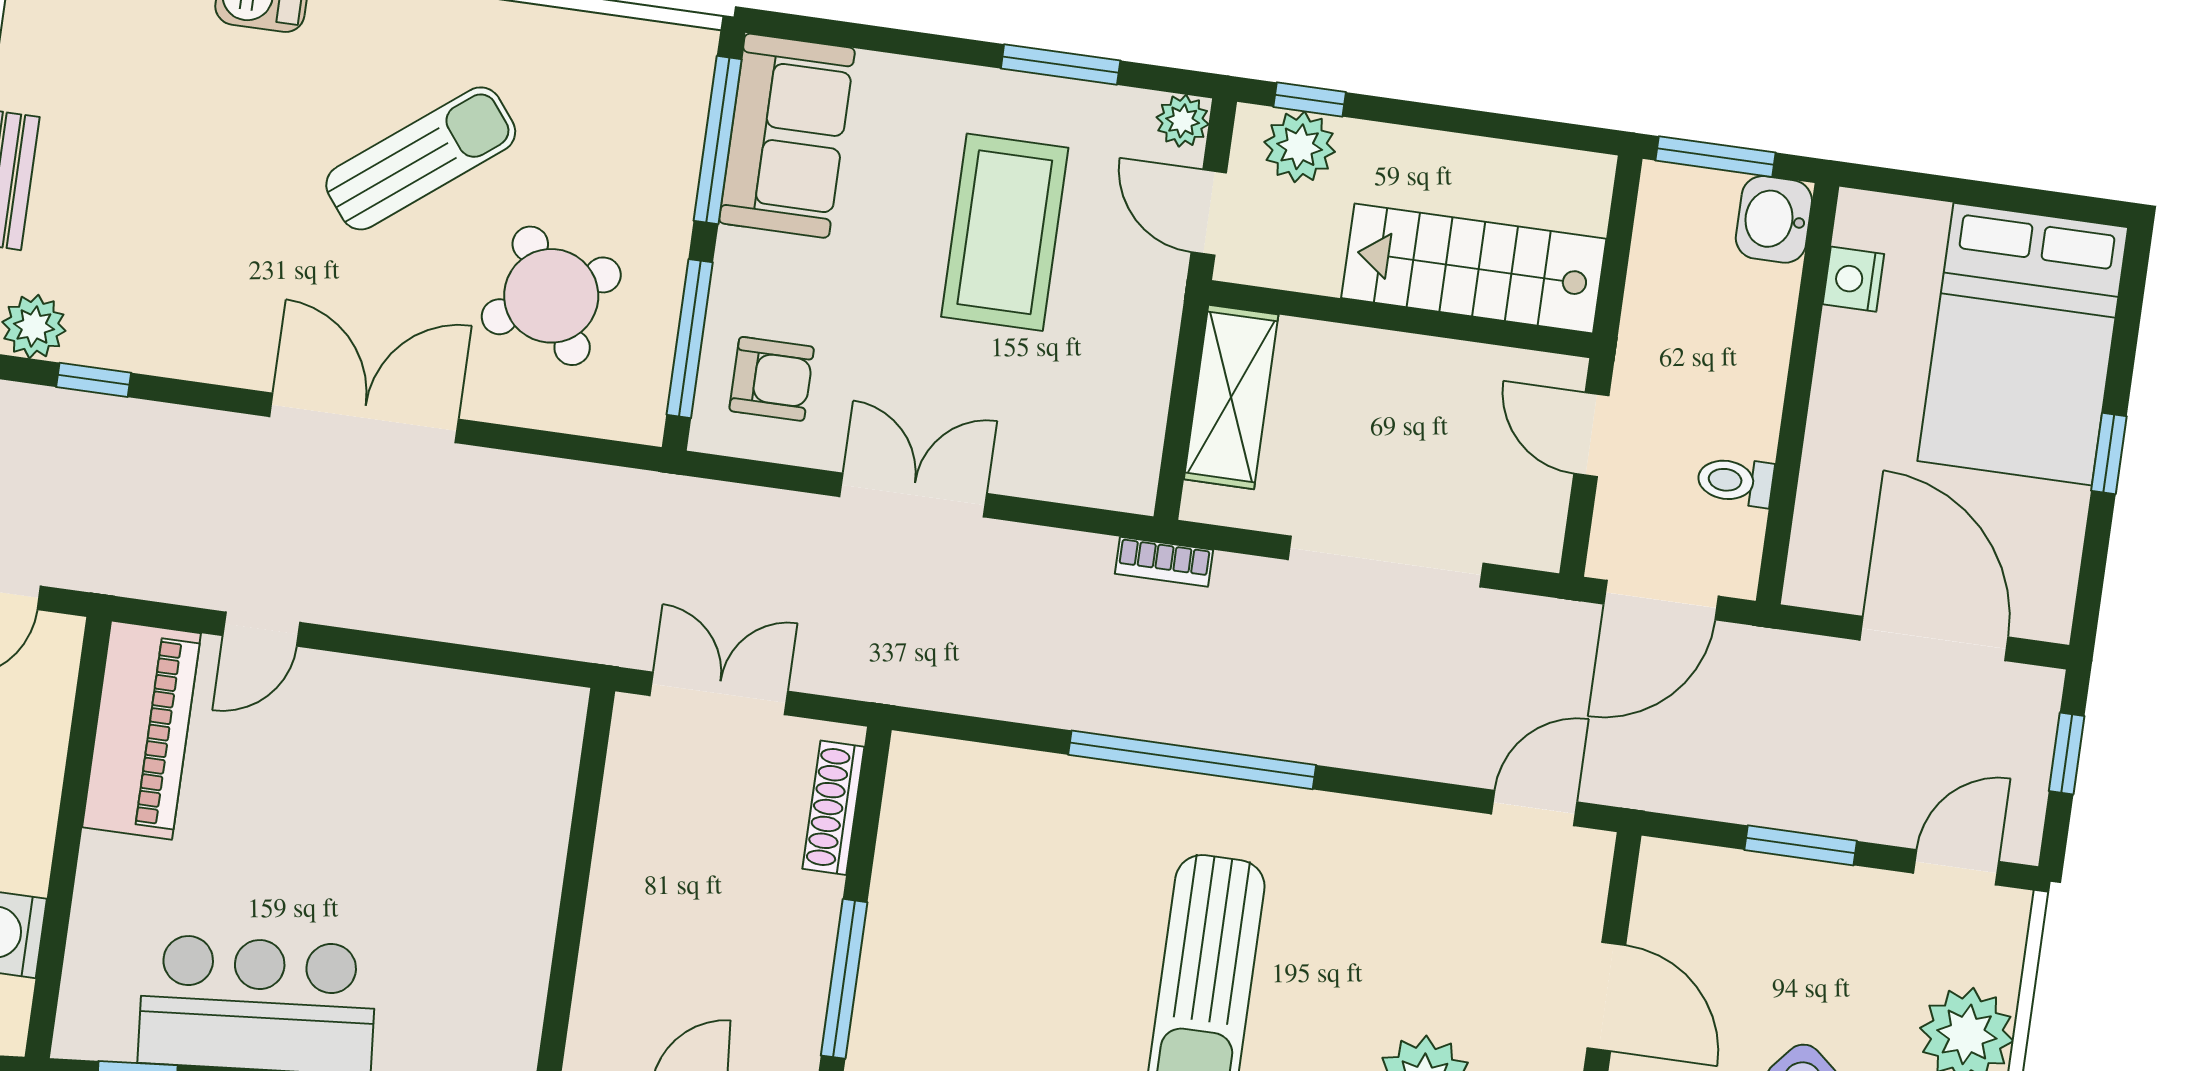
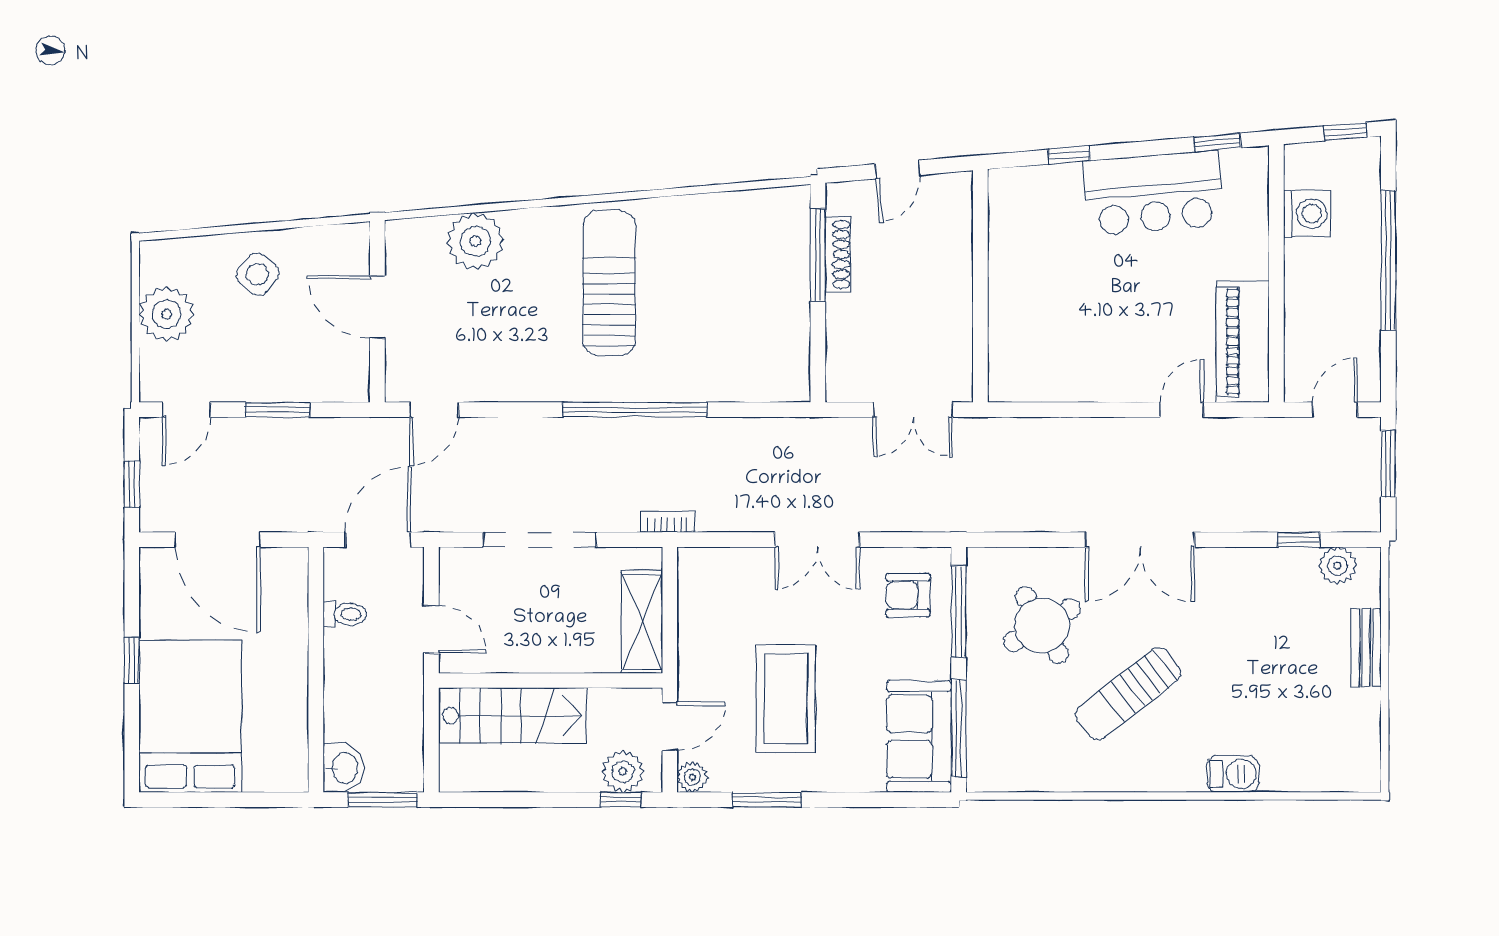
door: (1209, 213) -> (670, 726), hinge flipped
nightstand: (1853, 279) -> (293, 740), removed
shoe rack: (833, 808) -> (838, 254), moved

